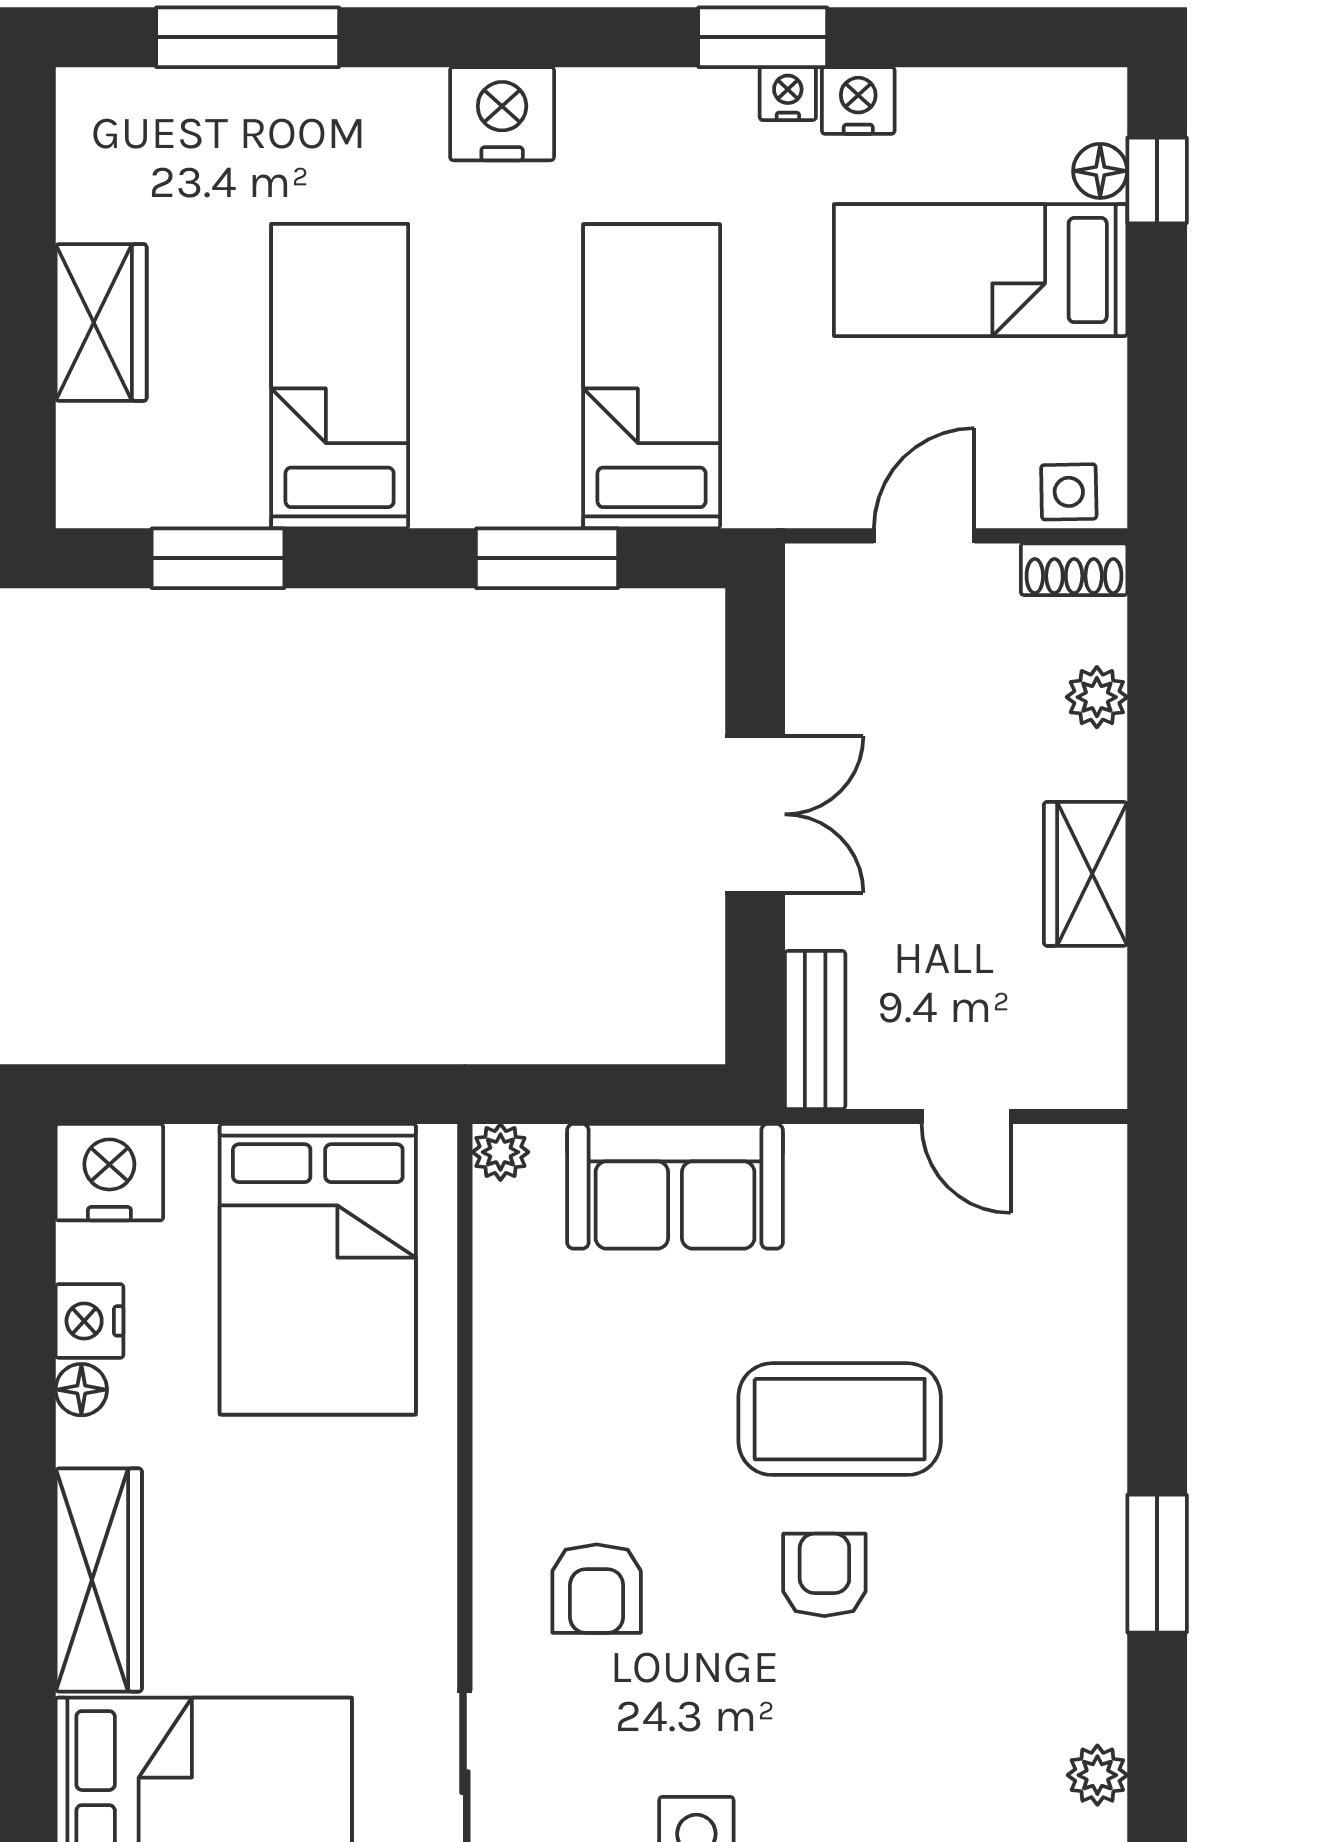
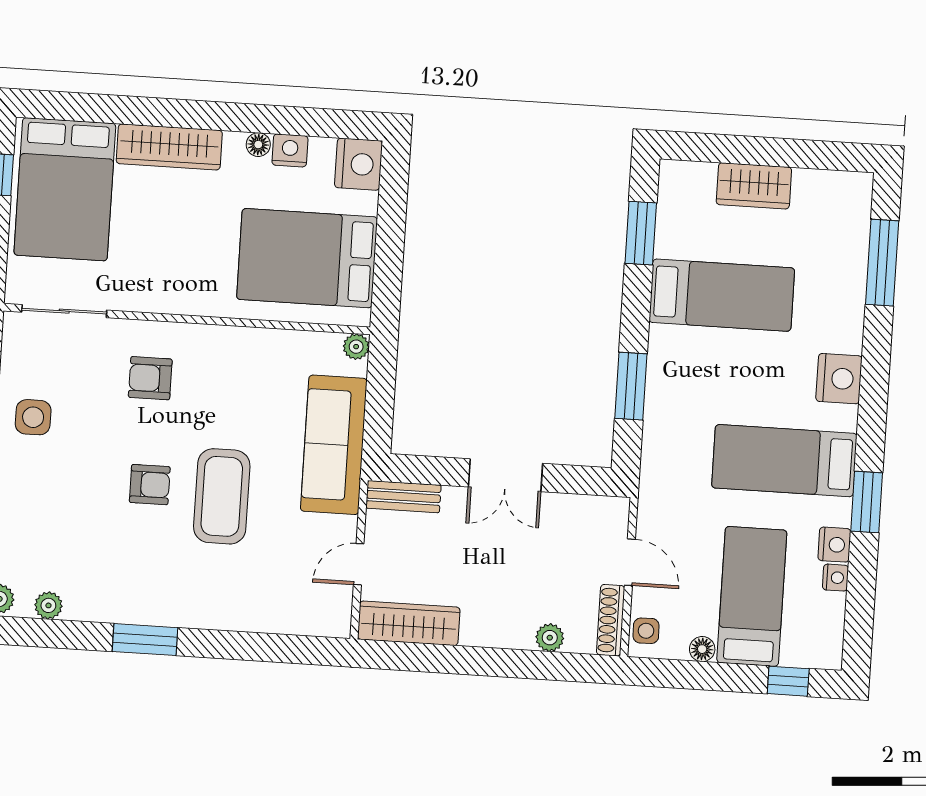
nightstand: (788, 94) -> (835, 578), moved
floor lamp: (1100, 171) -> (702, 649), moved
bed: (652, 376) -> (784, 461), moved, turned 180
shoe rack: (1074, 569) -> (611, 620), width x1.43
wardrobe: (1086, 874) -> (409, 623), moved, width x1.50
sofa: (675, 1186) -> (334, 445), width x1.36

